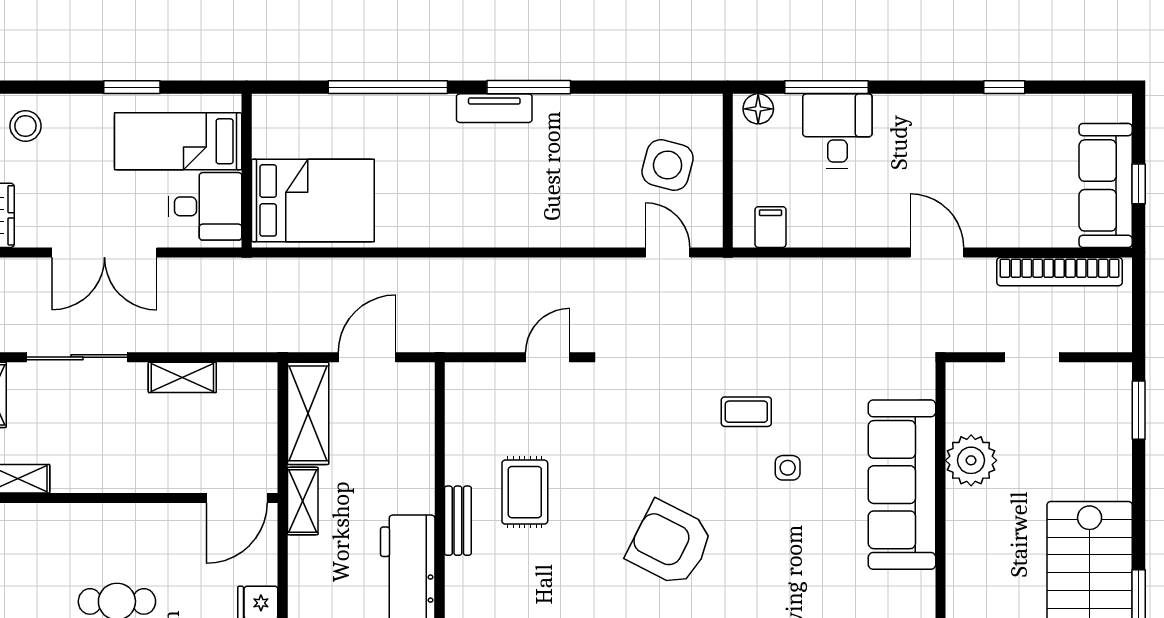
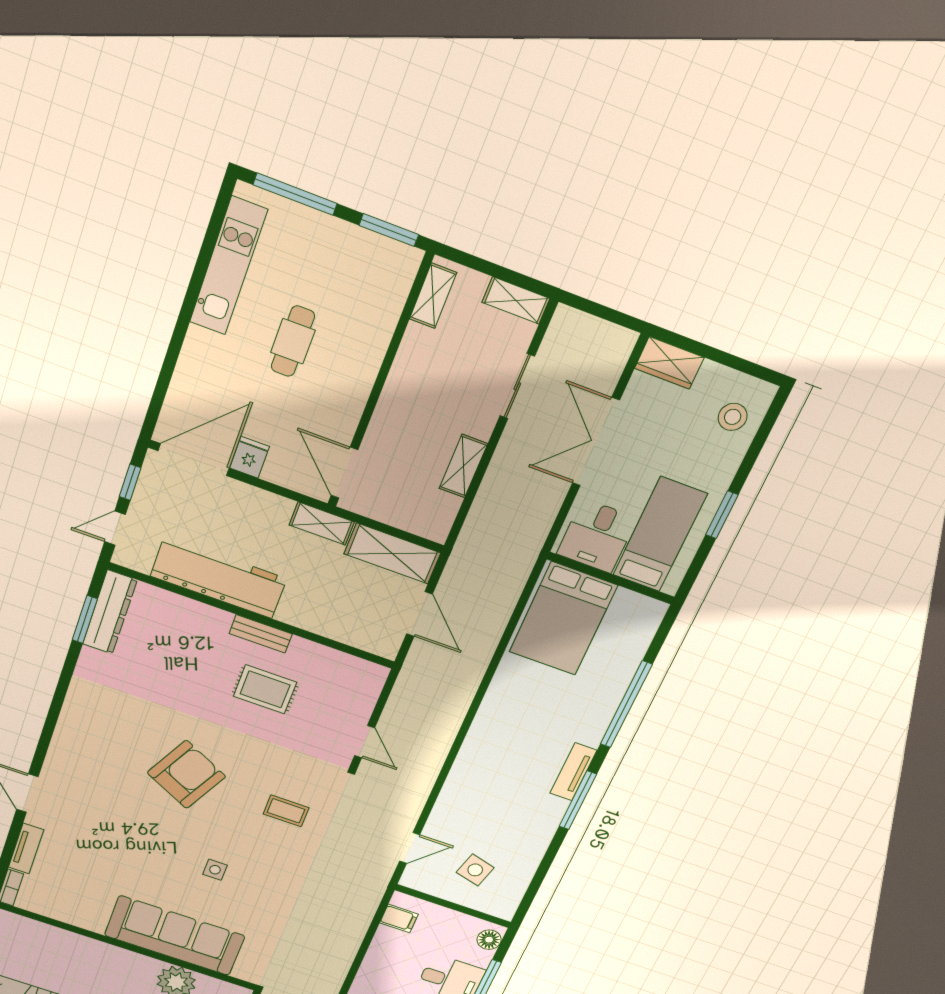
side table: (668, 165) -> (475, 870), width x0.73, depth x0.73
sliding door: (77, 357) -> (517, 386), width x0.73
coffee table: (746, 412) -> (286, 811), moved, turned 90

